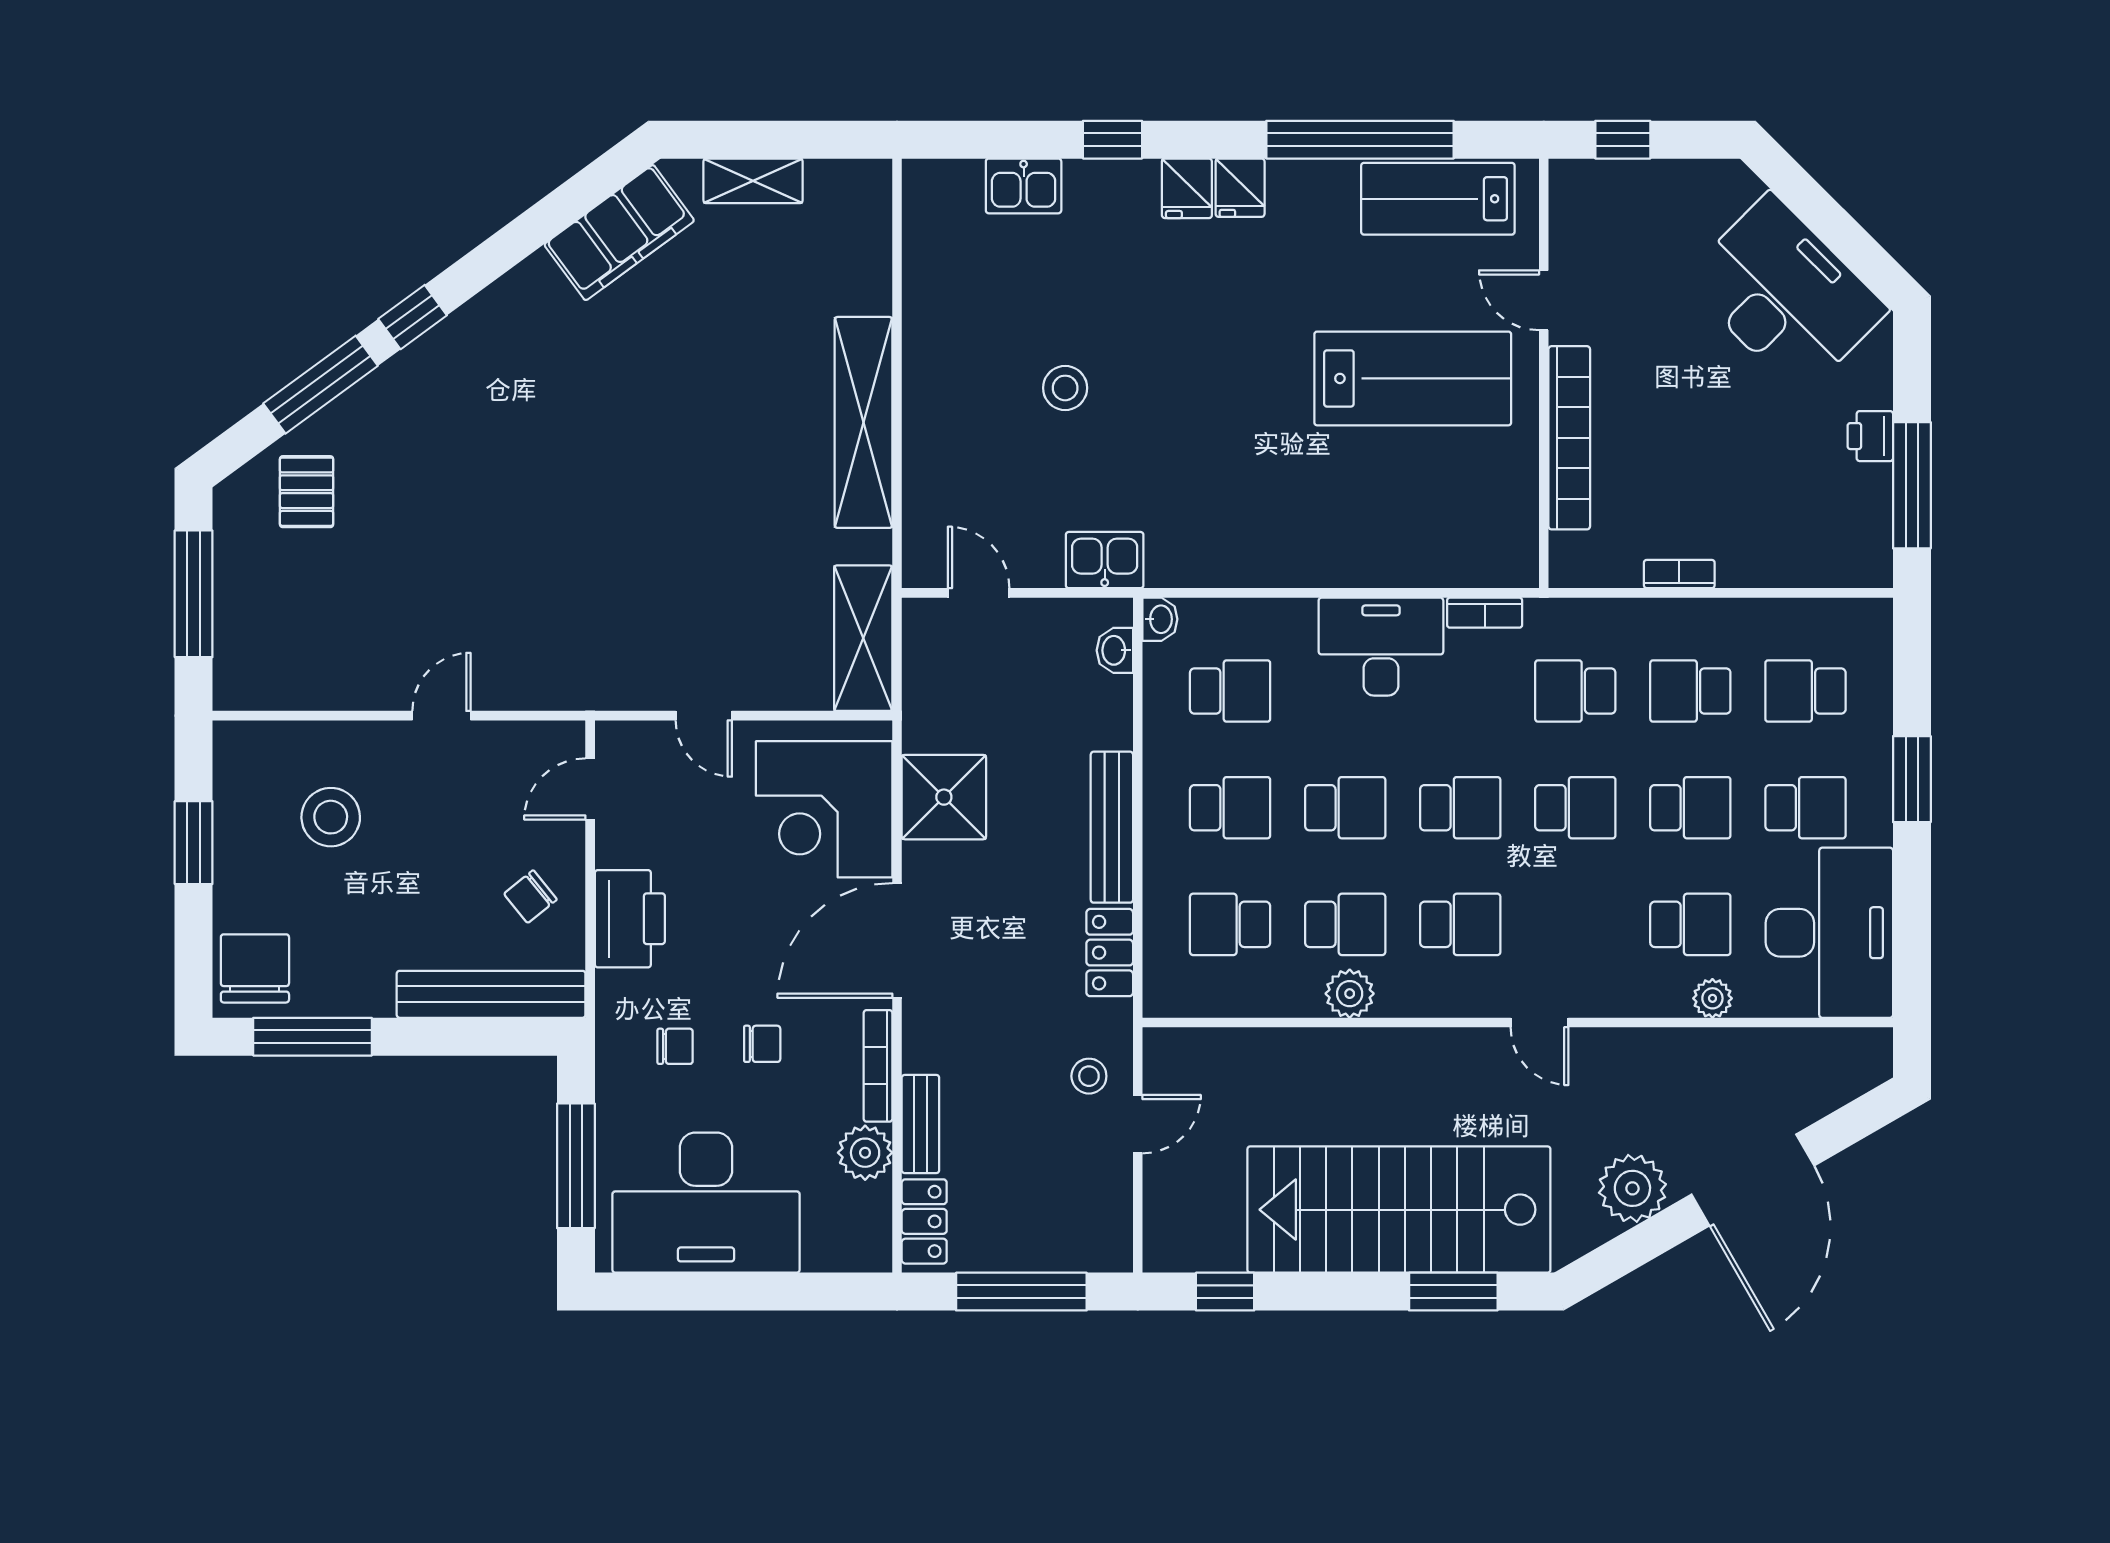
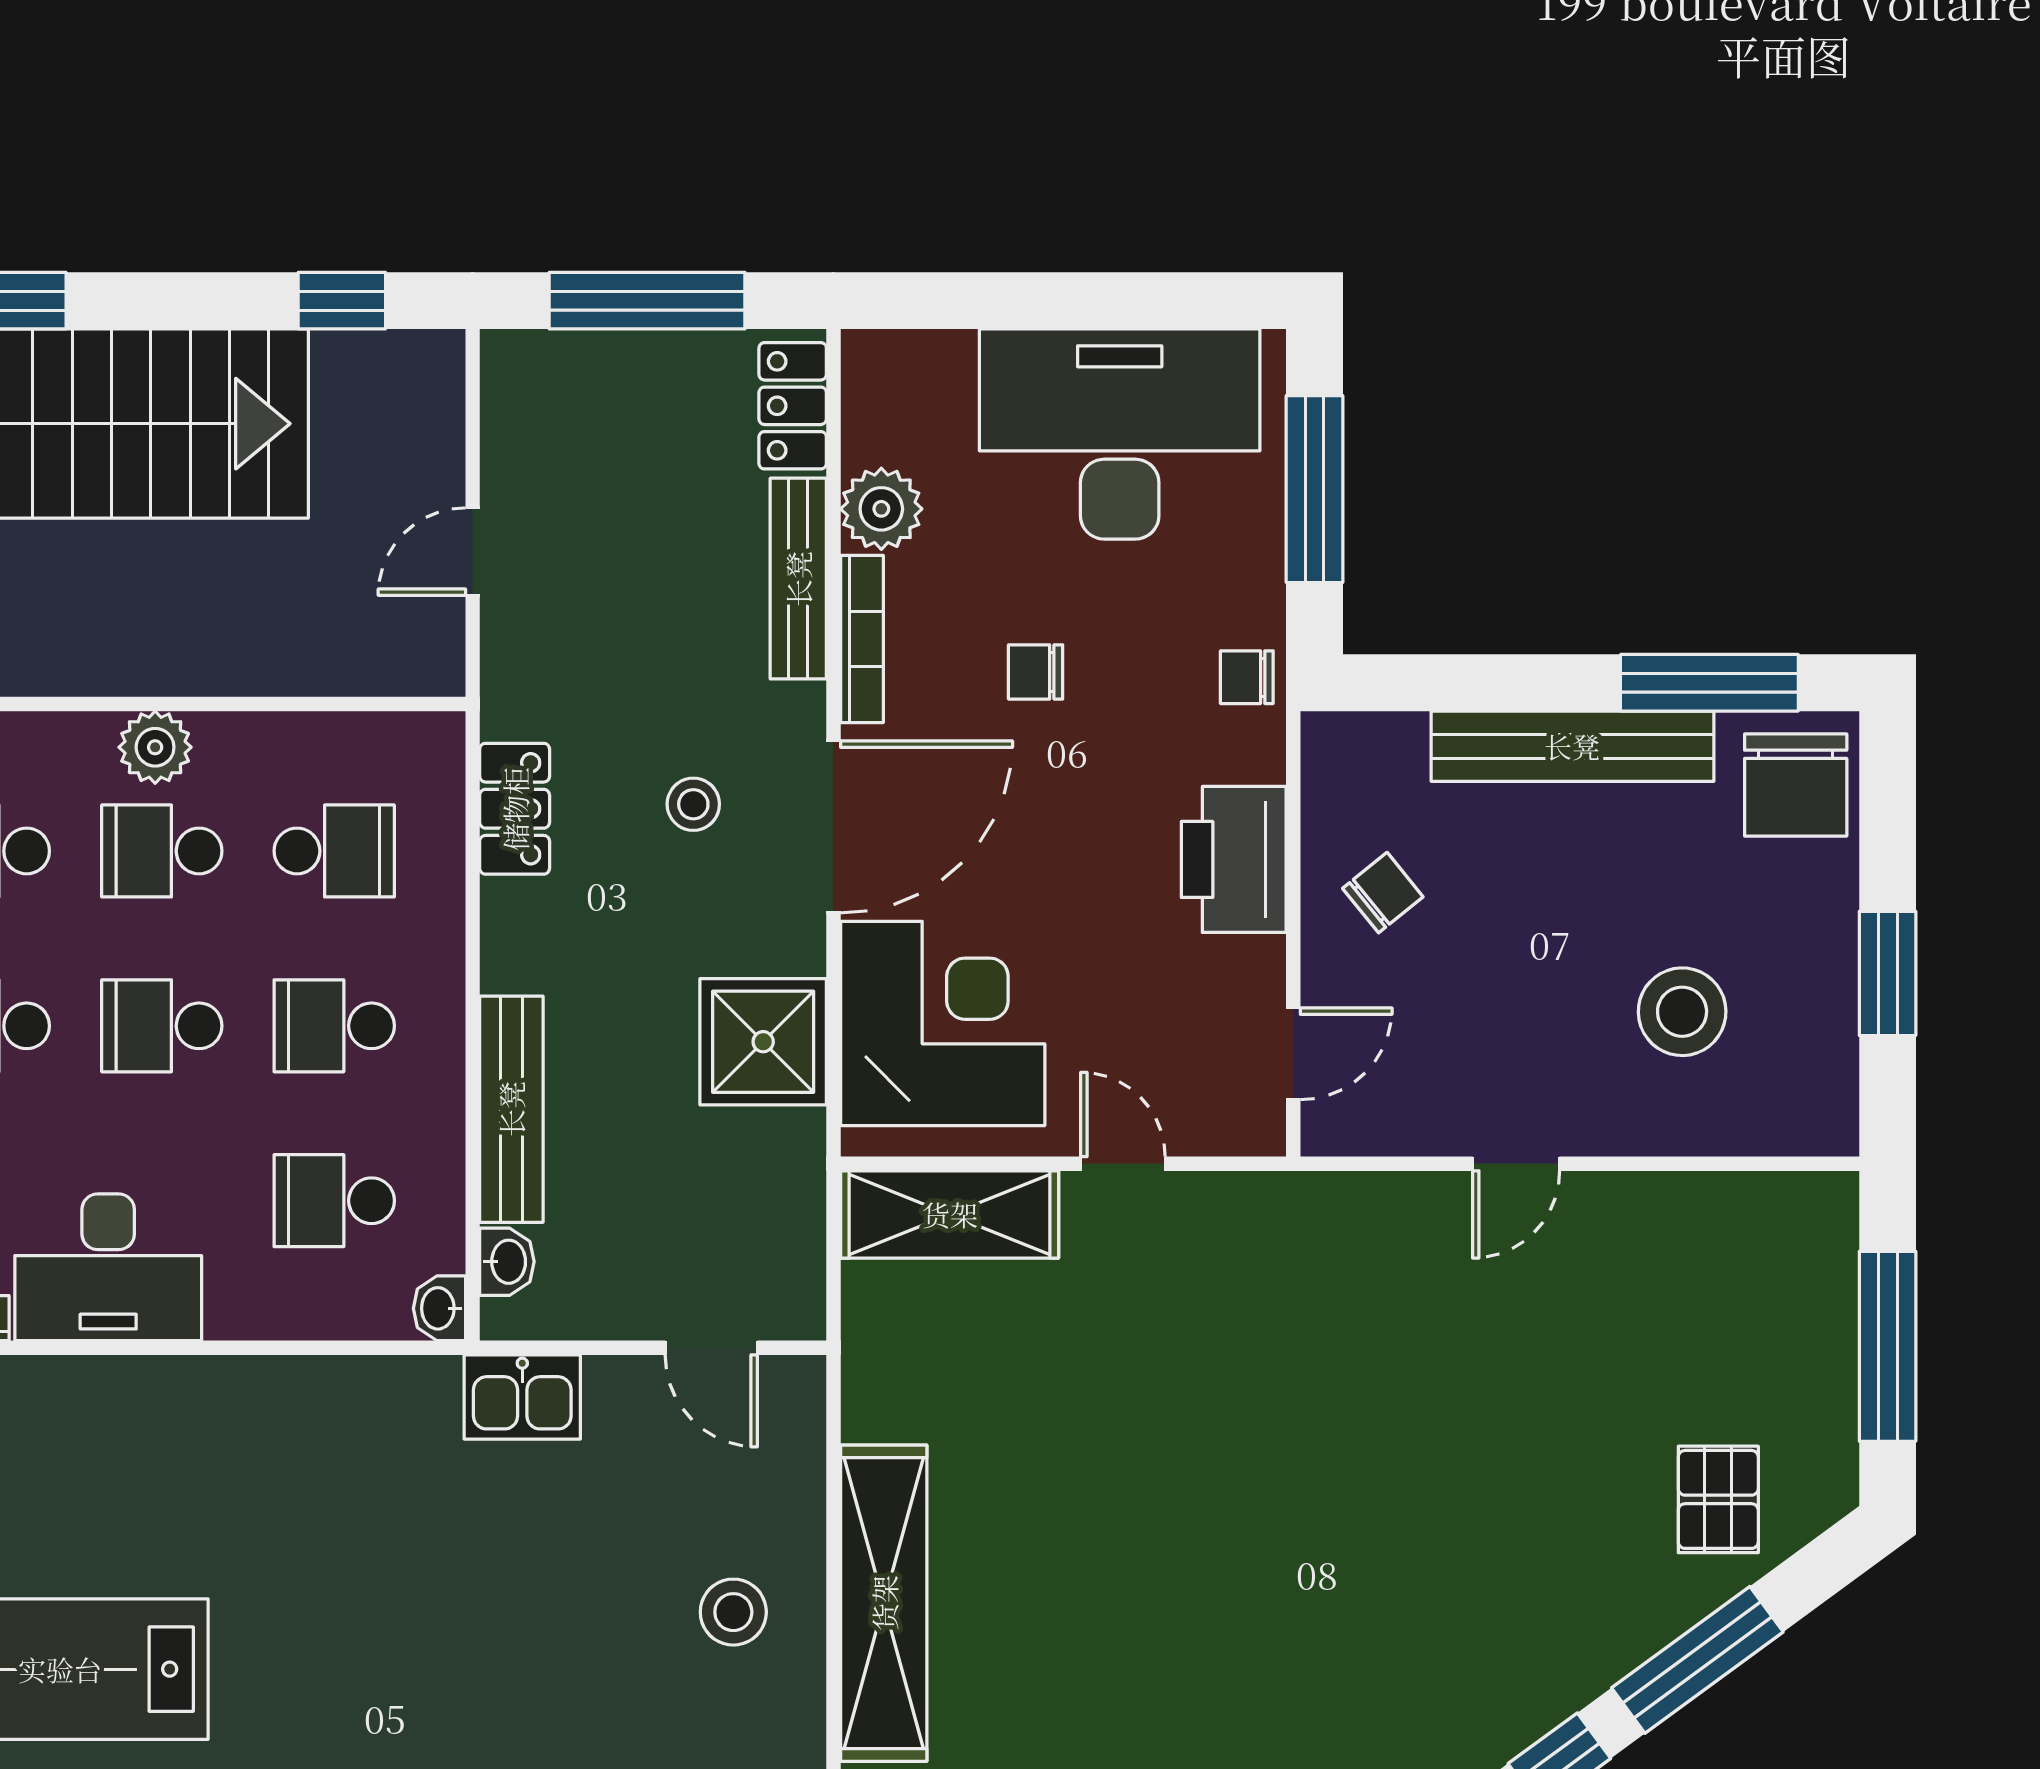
stool: (1065, 388) -> (733, 1612), moved
shelving: (863, 638) -> (950, 1214), moved, turned 90
bench: (1112, 827) -> (511, 1109), moved
bench: (491, 994) -> (1572, 746), moved
chair: (675, 1046) -> (1247, 677), moved
stool: (1089, 1076) -> (693, 804), moved
bench: (920, 1124) -> (798, 579), width x1.36

